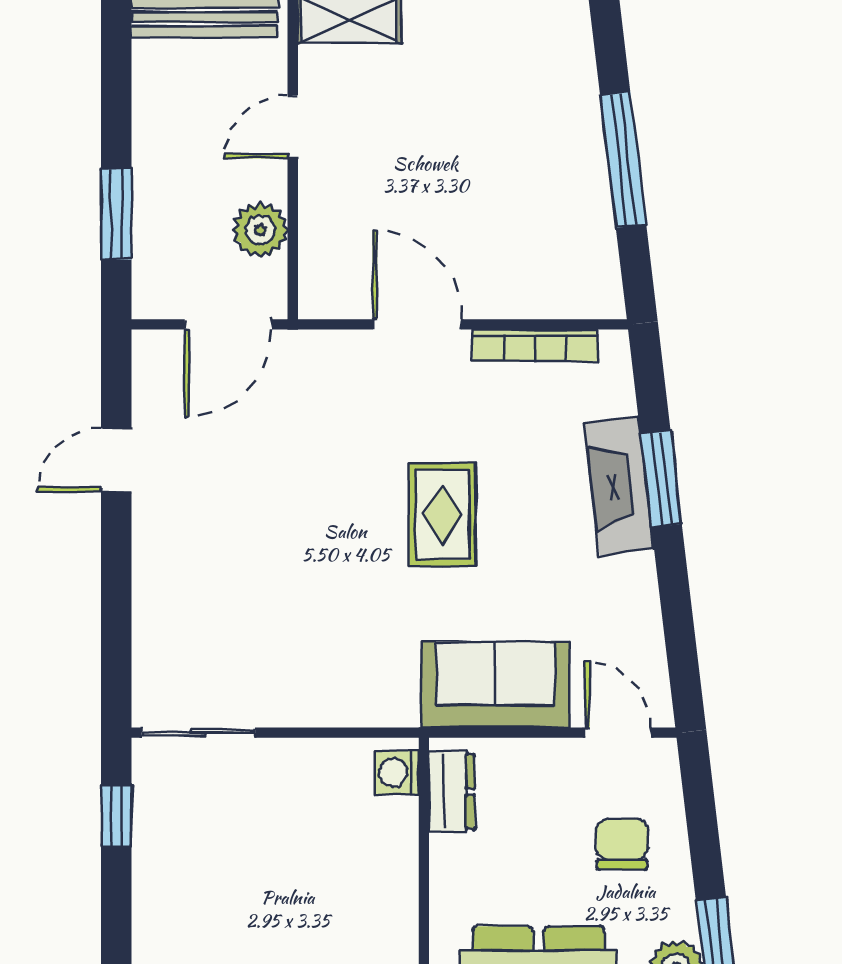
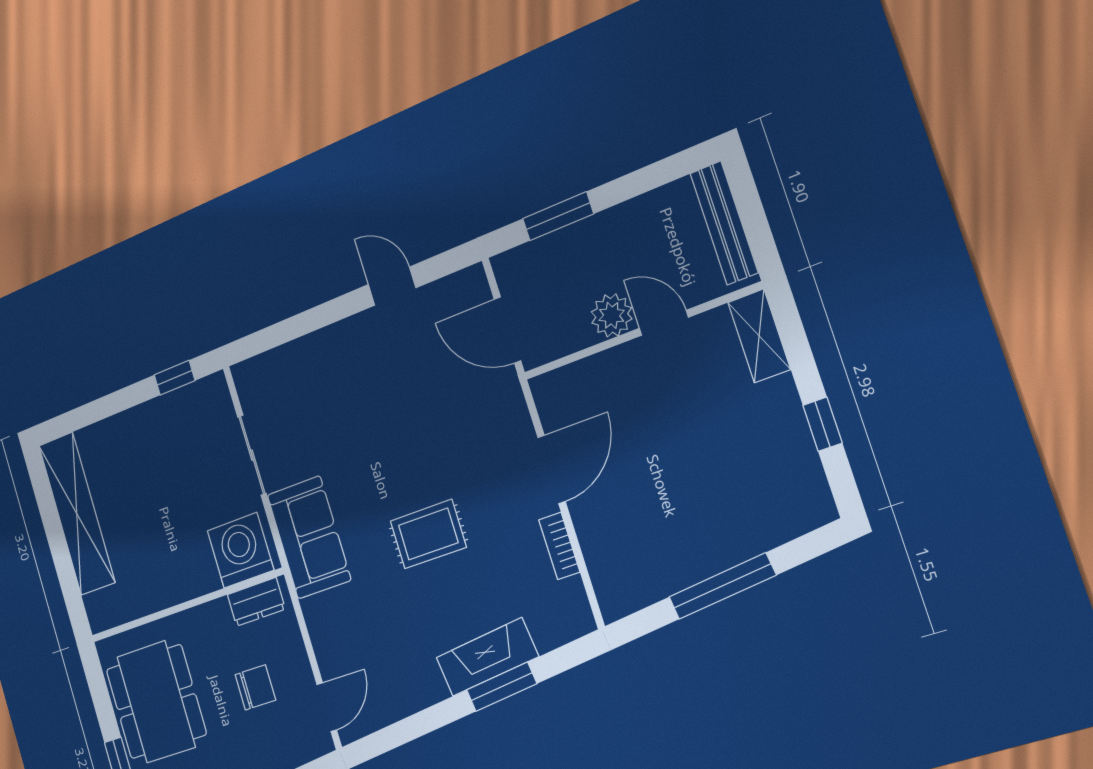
plant: (260, 230) -> (612, 315), moved
bookcase: (535, 345) -> (559, 546), width x0.64
sofa: (495, 685) -> (309, 537), moved
sliding door: (198, 733) -> (252, 455), moved
washing machine: (397, 773) -> (240, 550), width x1.89, depth x1.89
chair: (622, 844) -> (255, 687), moved

